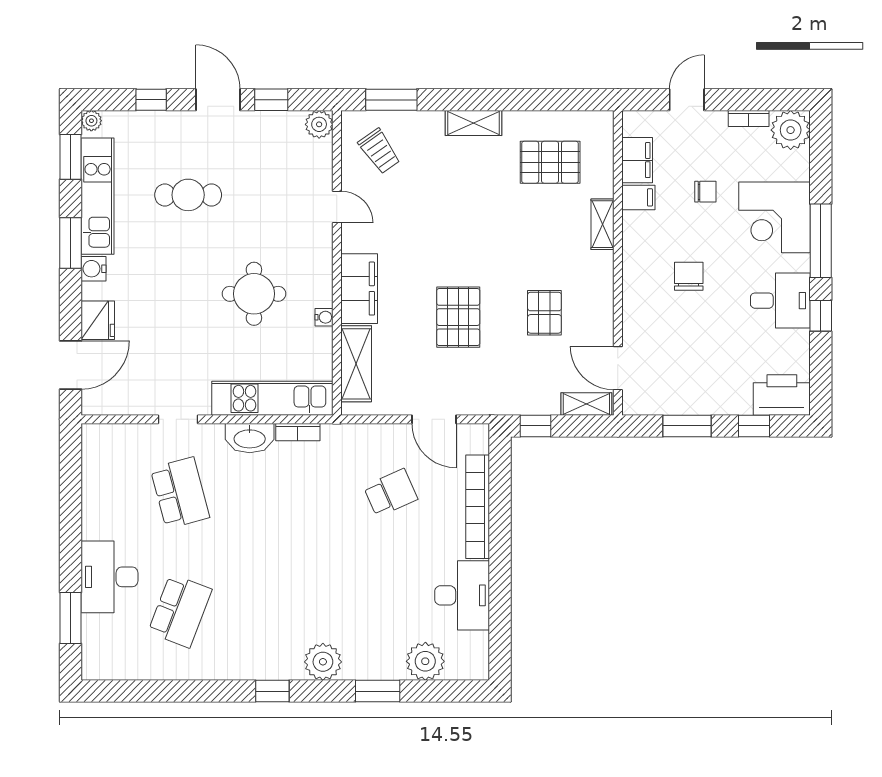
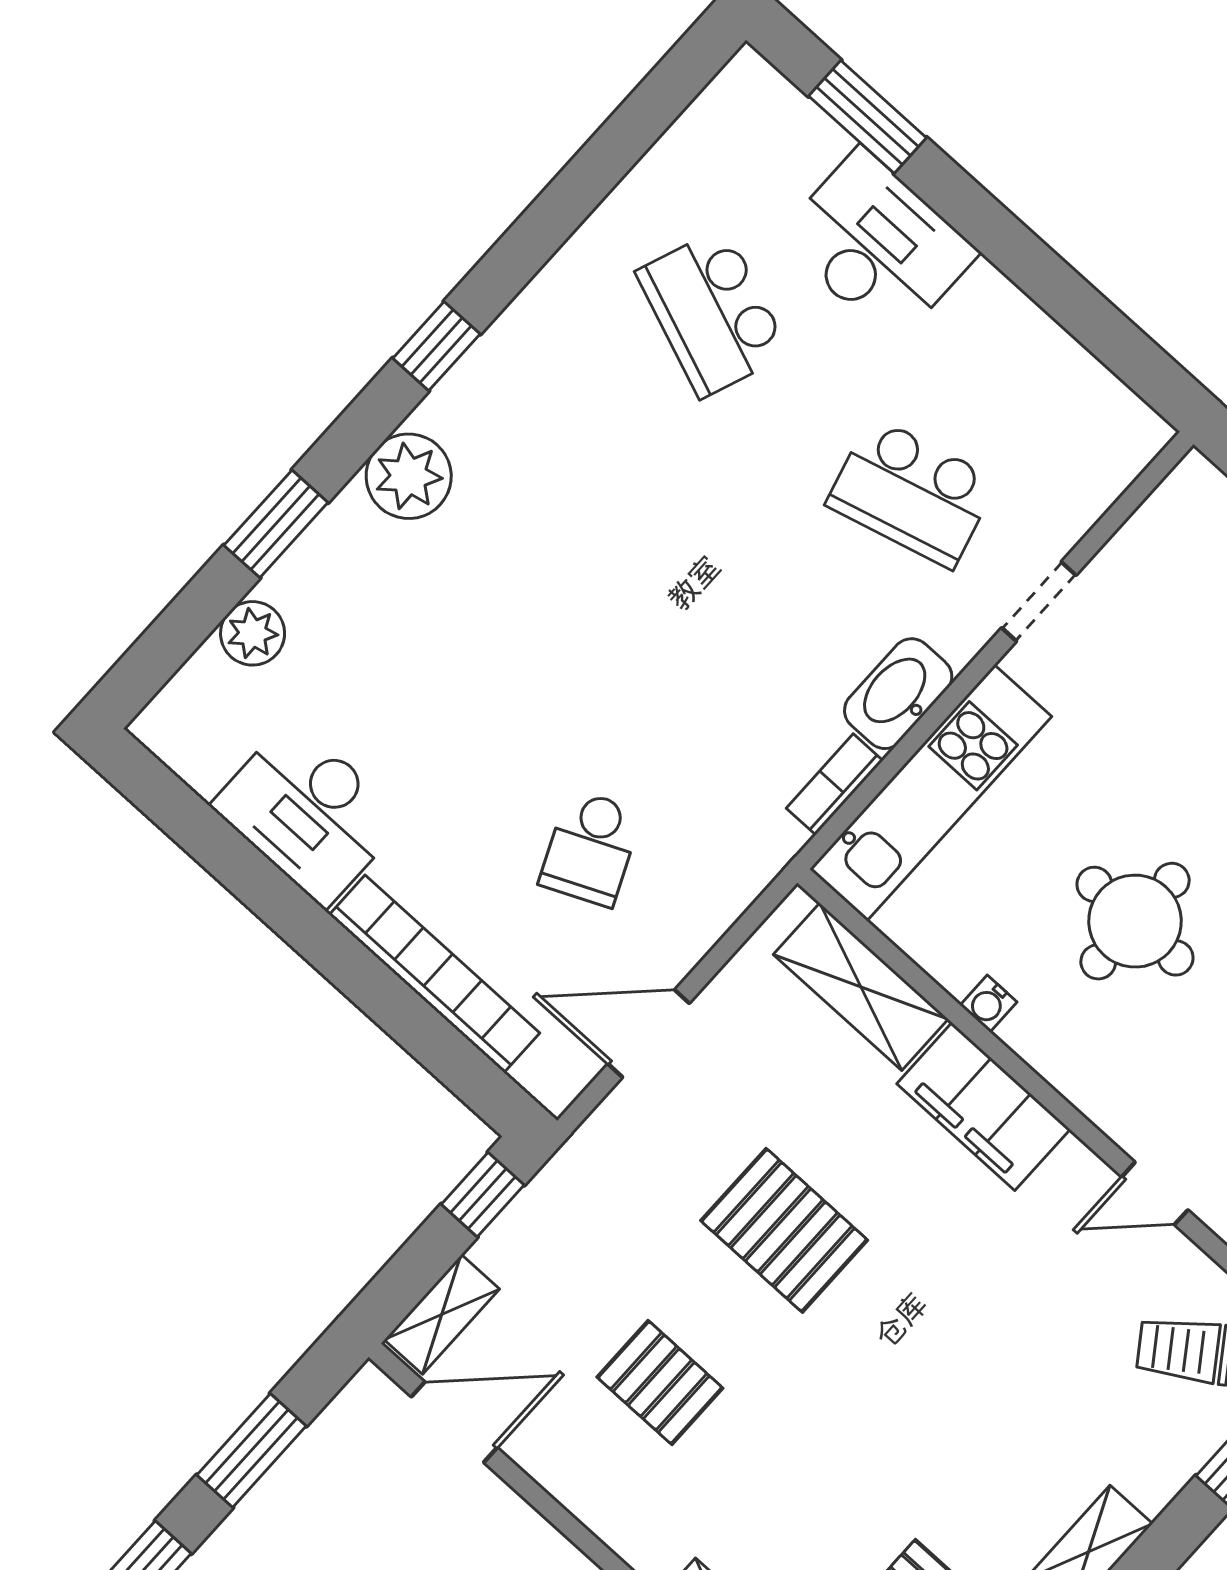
plant: (425, 661) -> (253, 633), width x0.73, depth x0.73

